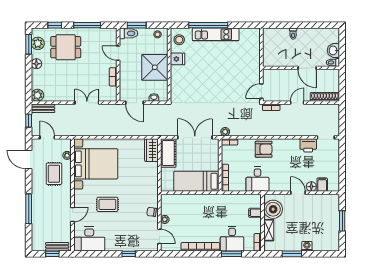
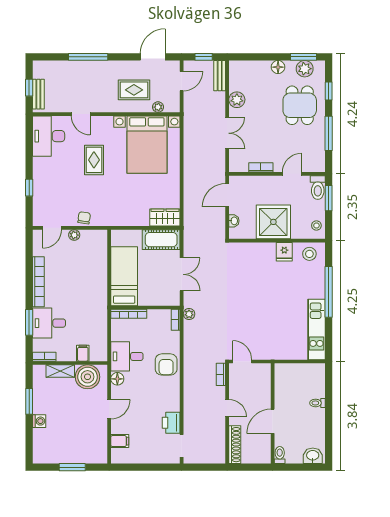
kitchen unit: (216, 34) -> (316, 330), moved
washbasin: (333, 50) -> (313, 456), moved
plant: (37, 95) -> (237, 100), moved
double door: (195, 137) -> (182, 274), width x0.73
floor lamp: (311, 187) -> (117, 379), moved

